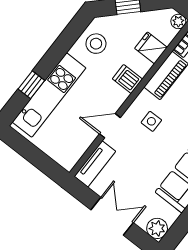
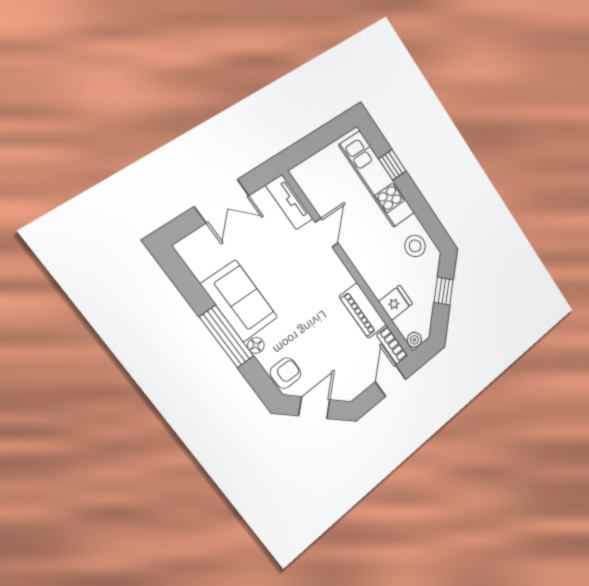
dishwasher: (127, 79) -> (371, 268), removed
side table: (151, 121) -> (318, 280), removed
plant: (157, 228) -> (190, 249), removed

